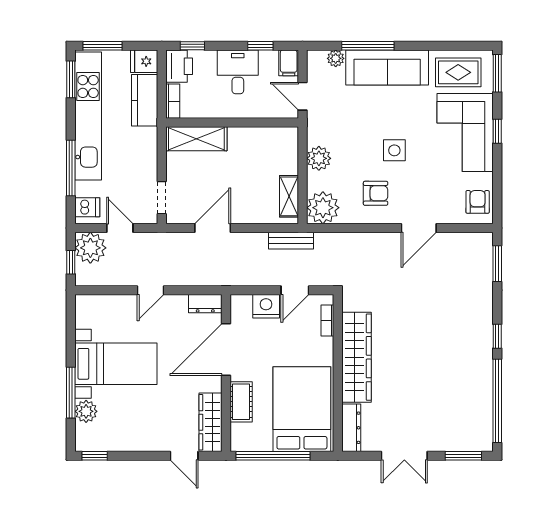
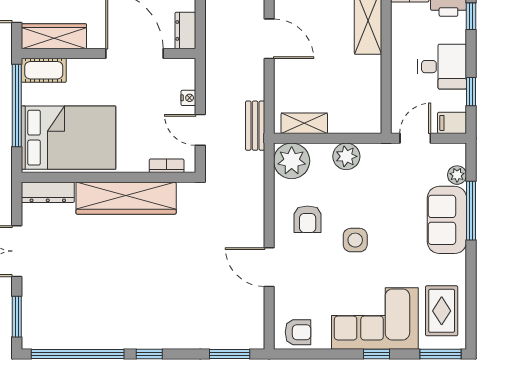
sofa: (387, 68) -> (447, 220), width x0.73
nightstand: (266, 306) -> (188, 98), width x0.53, depth x0.56
cot: (241, 402) -> (44, 70), moved

